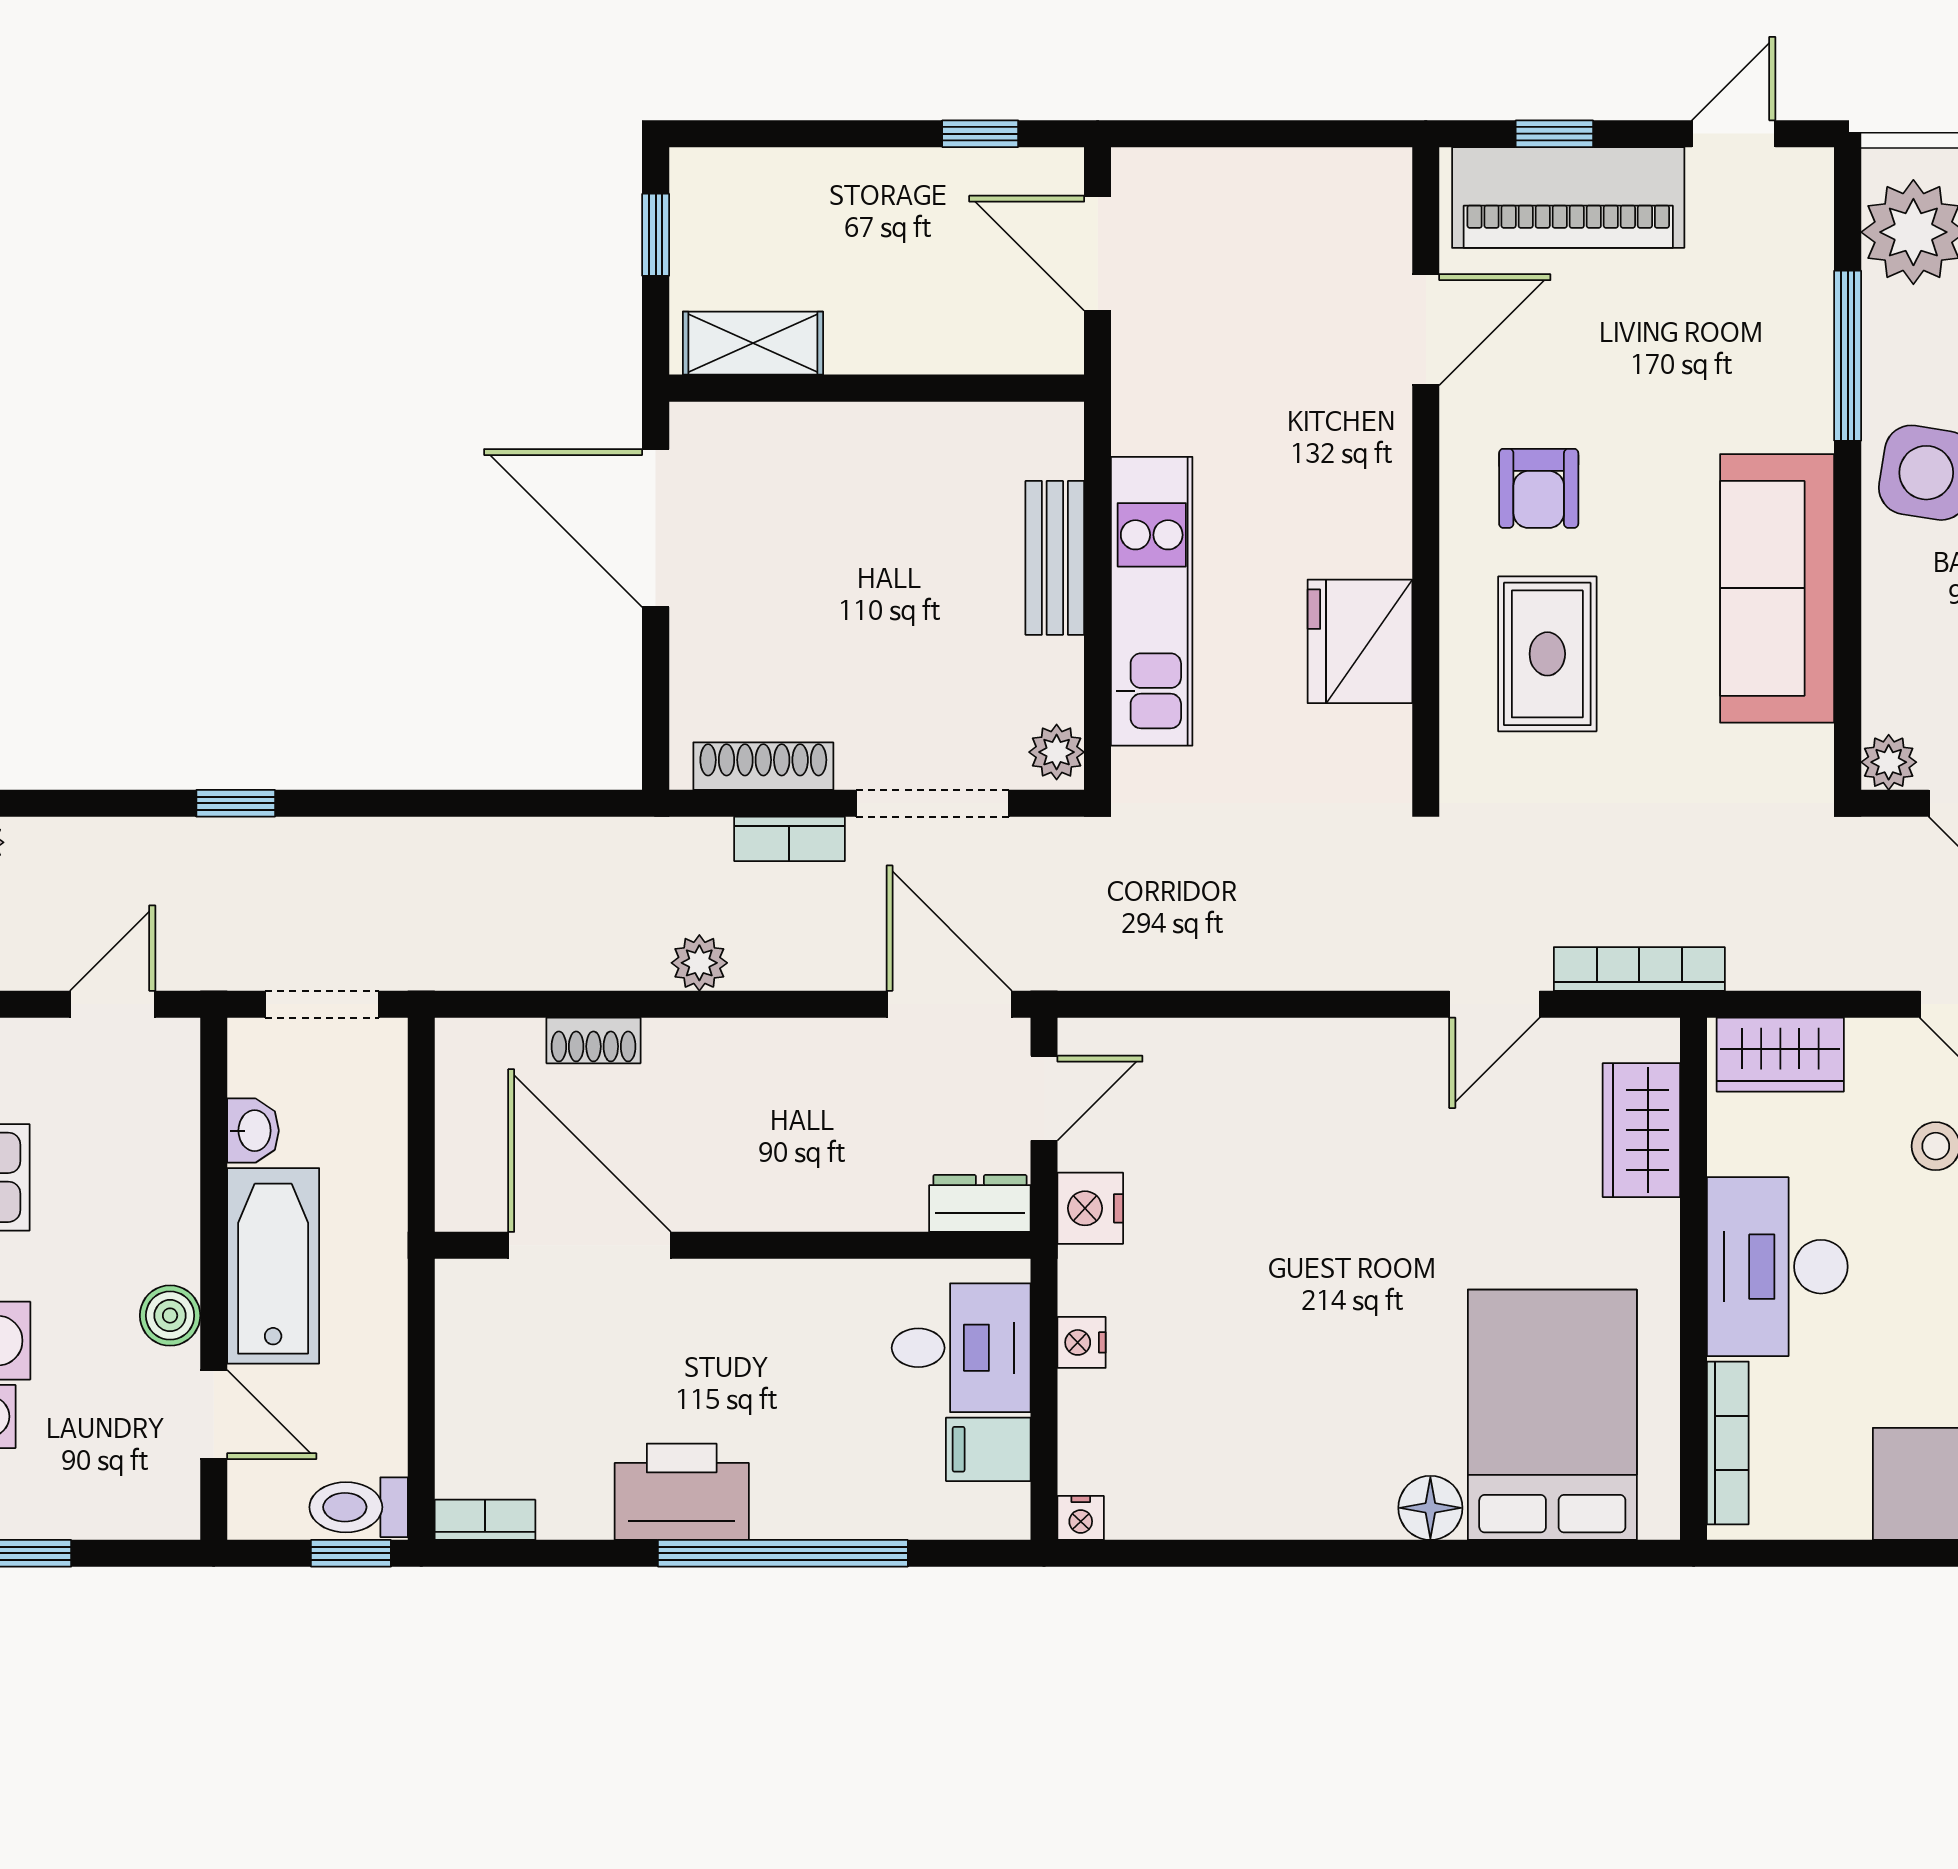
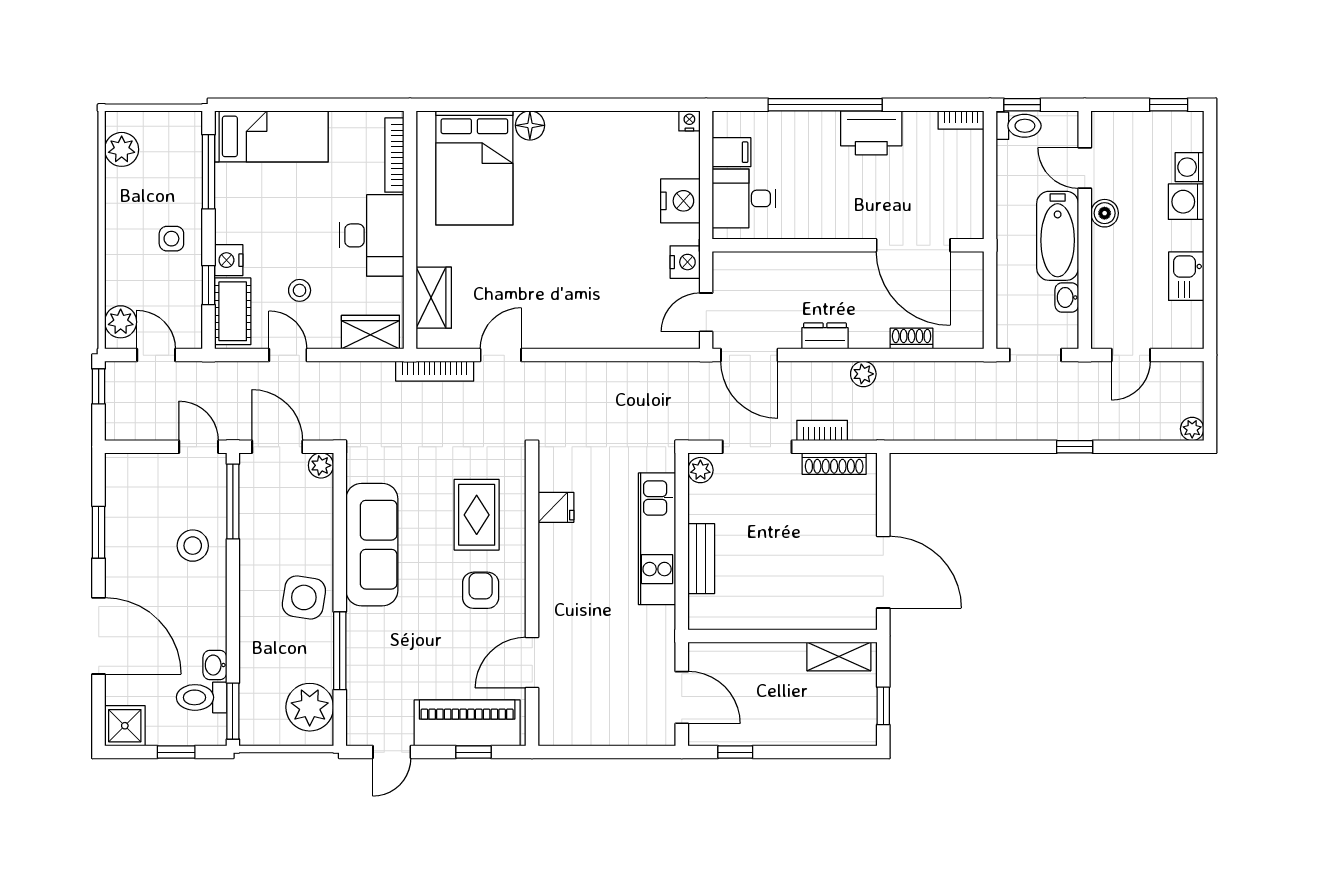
fridge: (1360, 641) -> (556, 507), width x0.53, depth x0.75
dresser: (980, 1203) -> (825, 336), moved, turned 180
nightstand: (1082, 1342) -> (680, 201), width x1.89, depth x1.79

